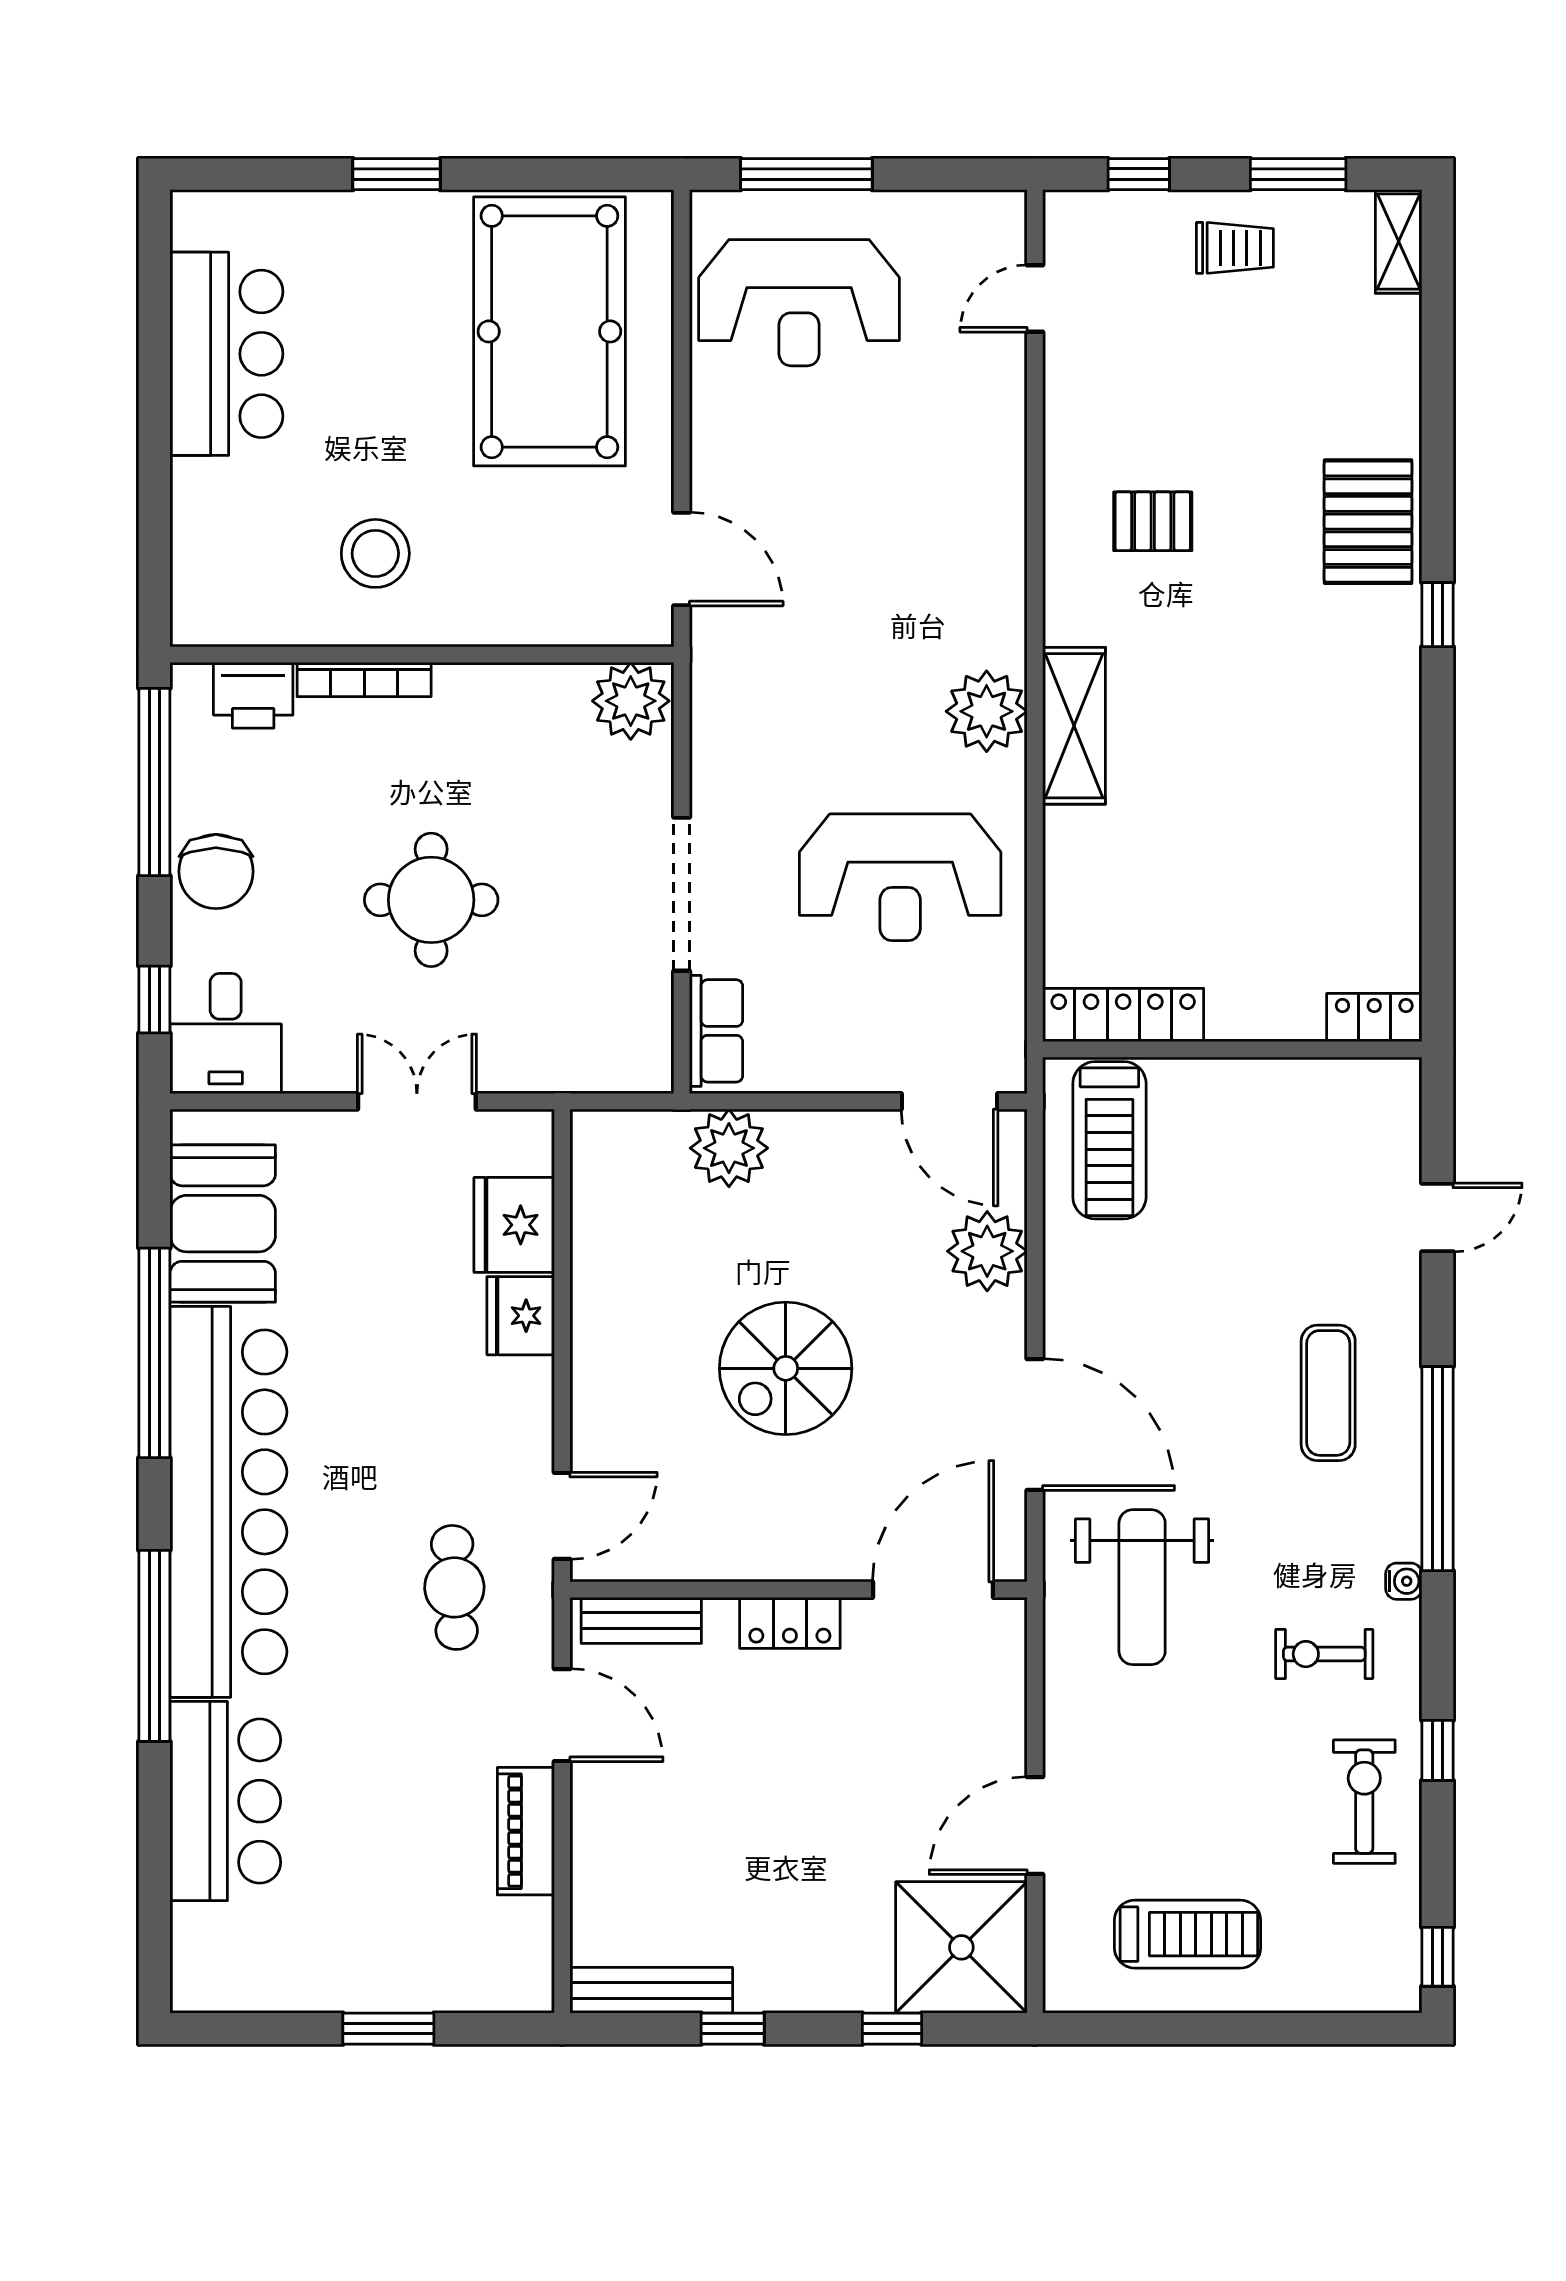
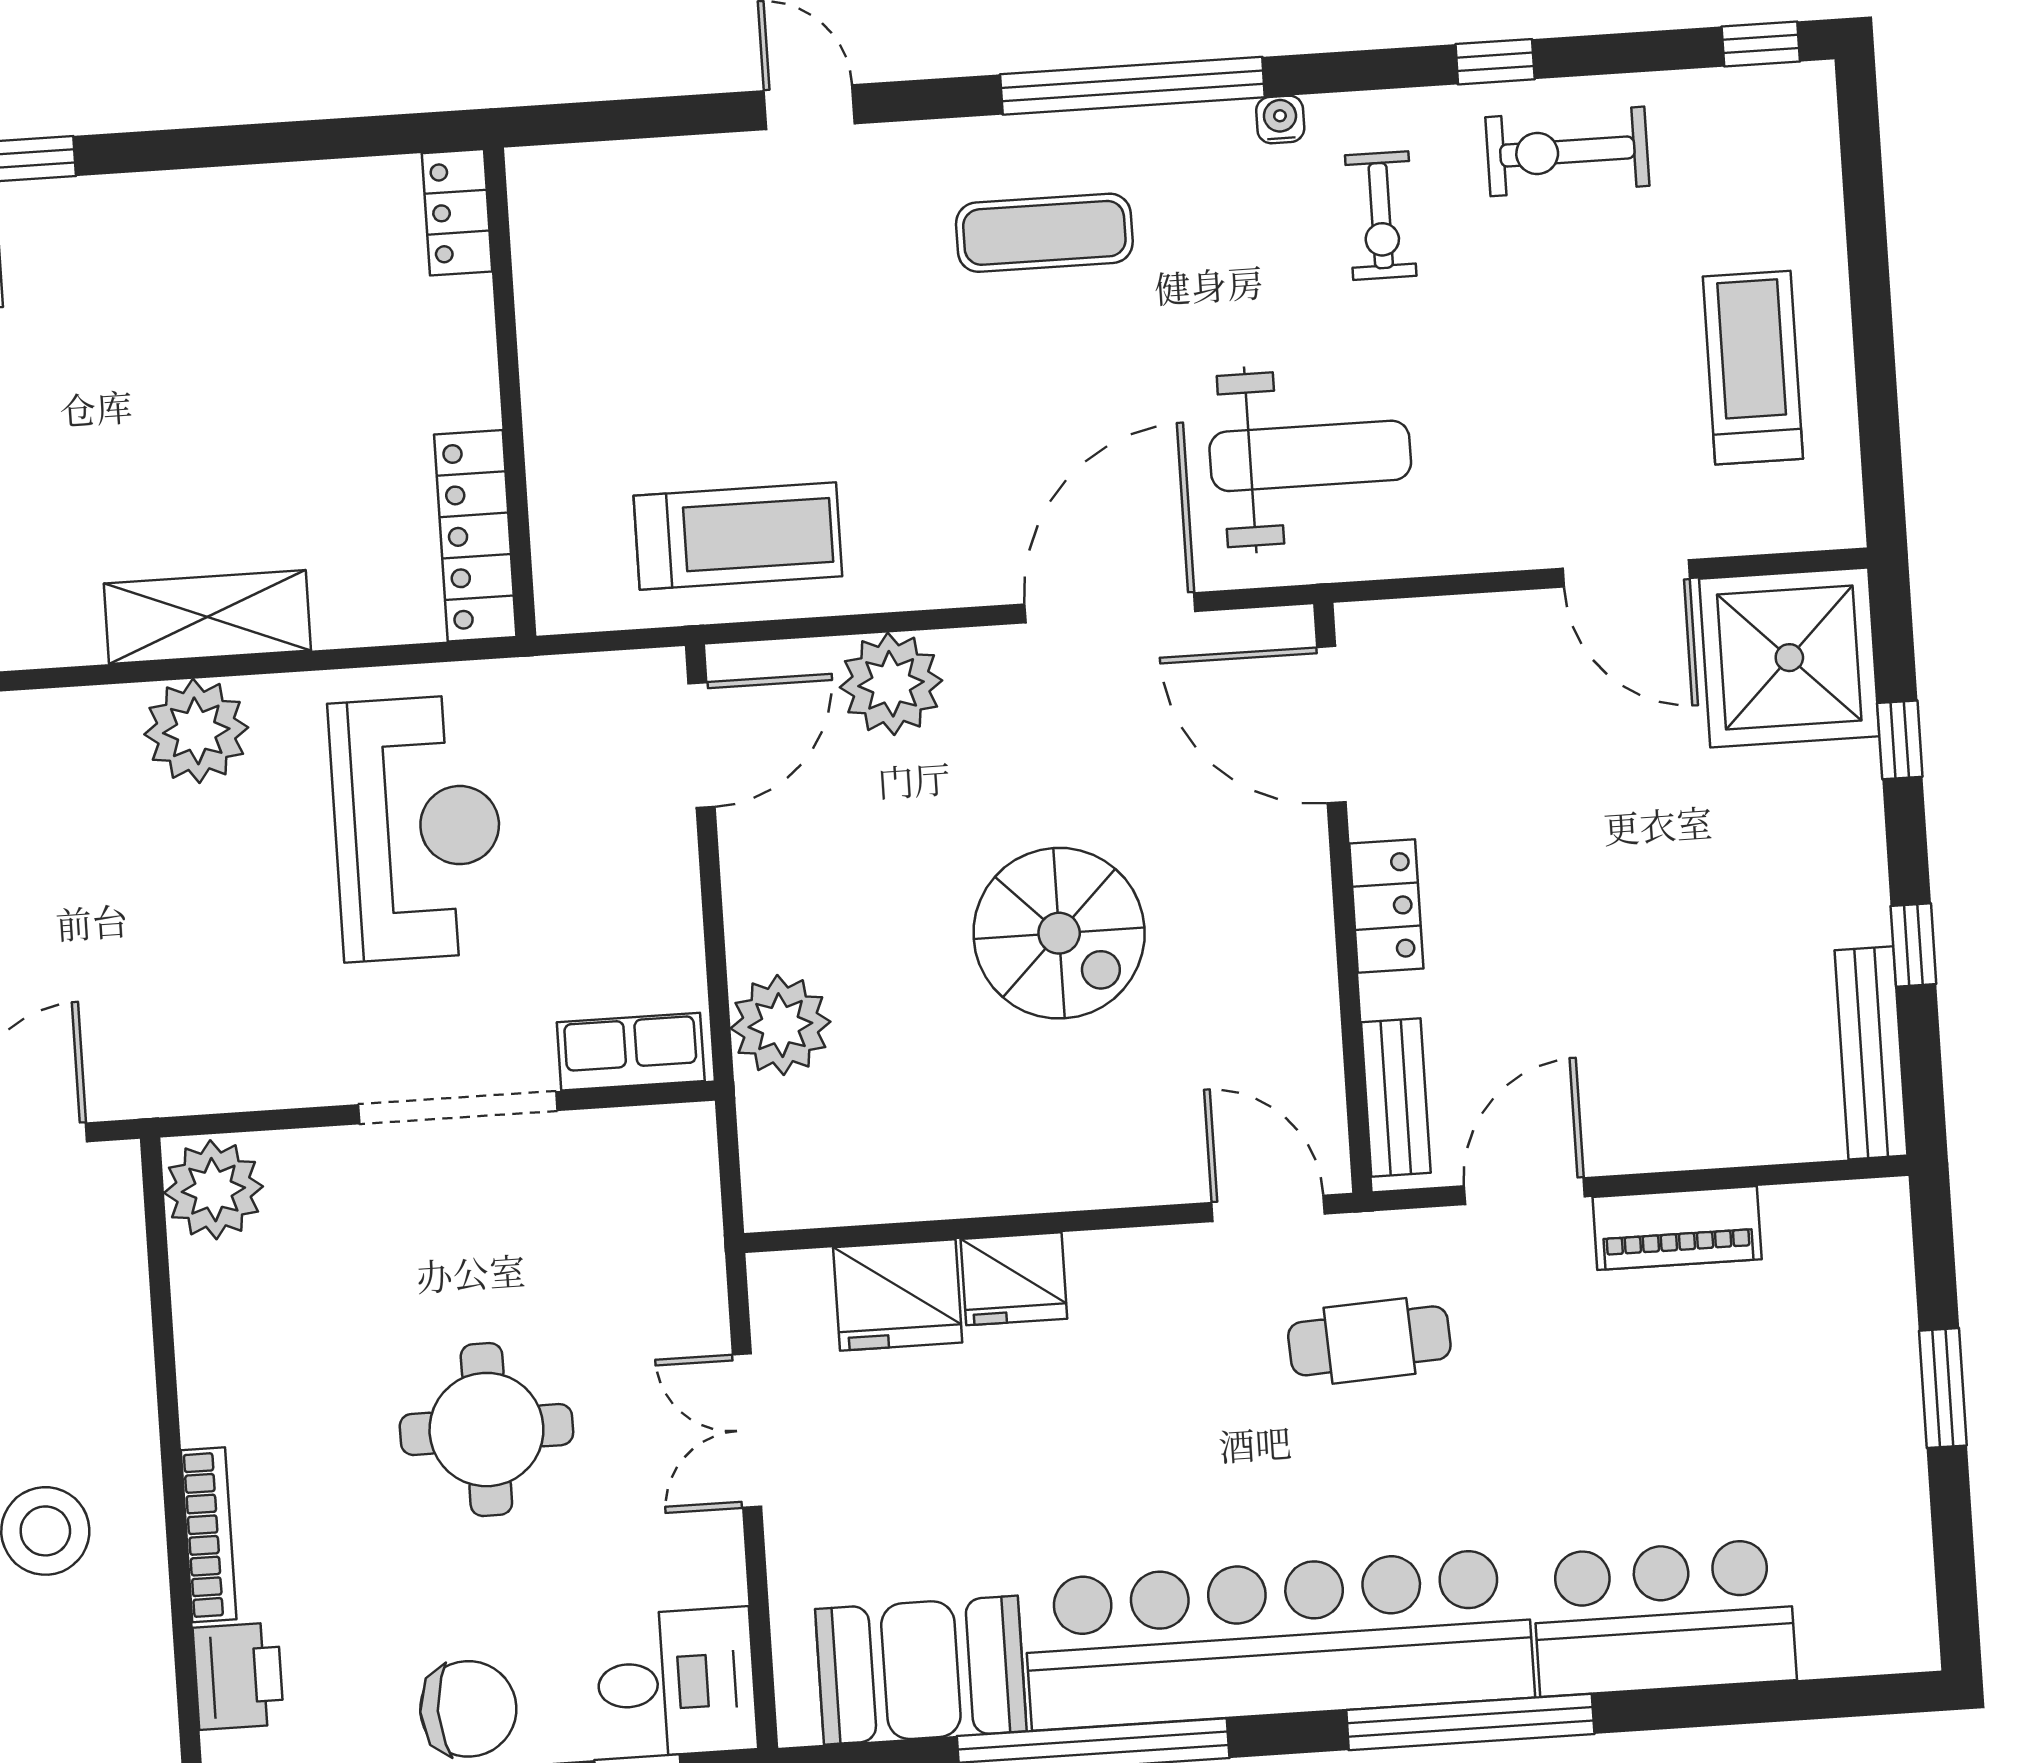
locker: (1123, 1015) -> (475, 536), moved
locker: (1374, 1018) -> (457, 212), moved
wall: (1232, 1049) -> (510, 392), moved

